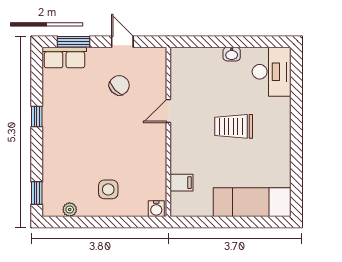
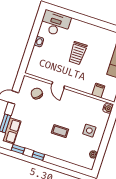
chair: (119, 85) -> (37, 94), moved
coffee table: (91, 140) -> (60, 131), added
window: (37, 193) -> (18, 149), moved

